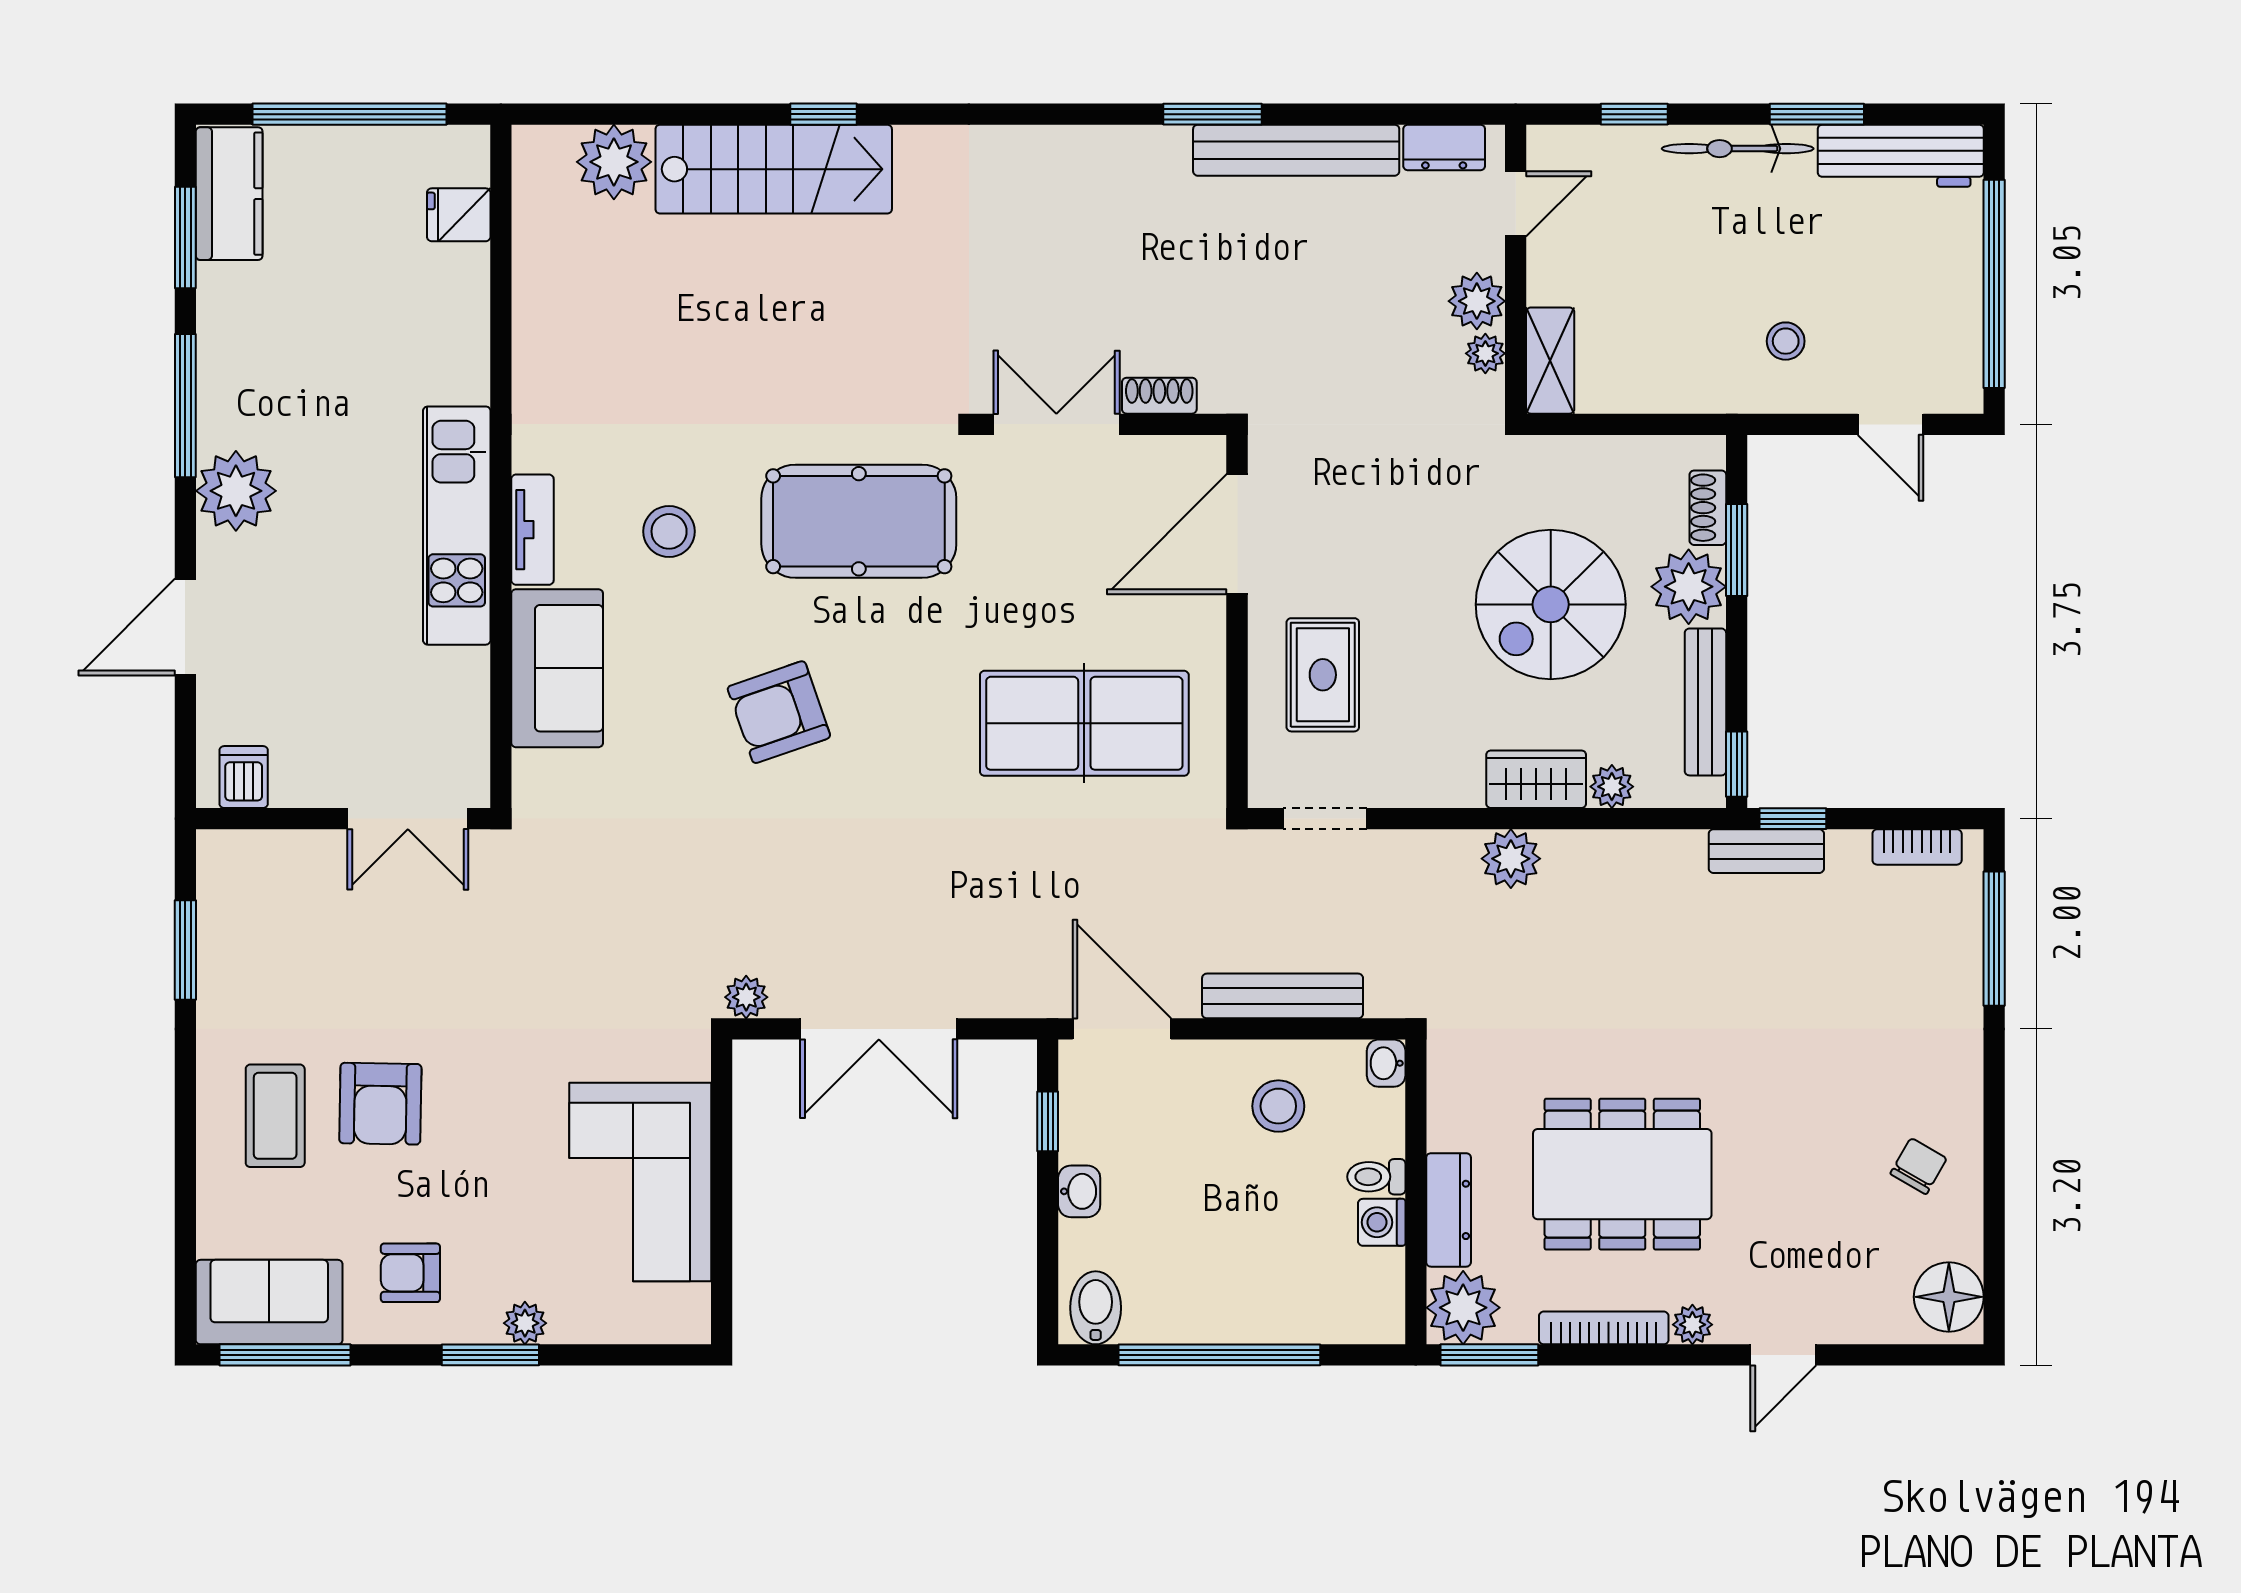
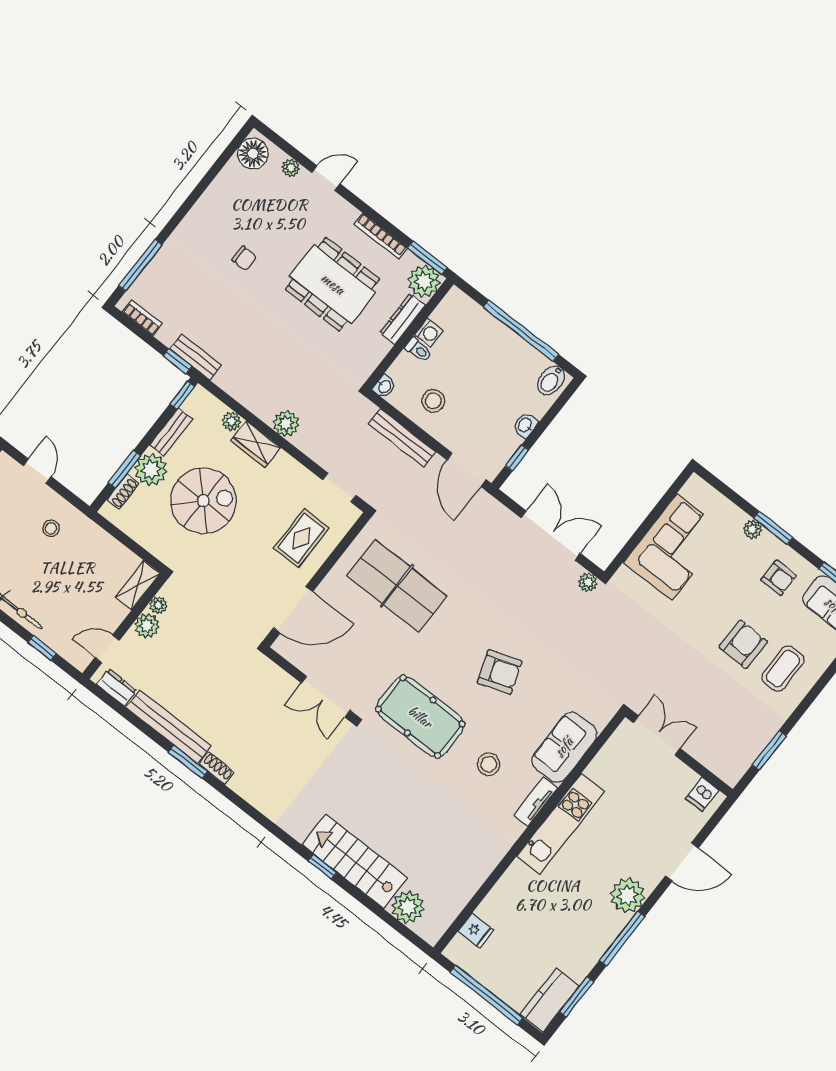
shoe rack: (1159, 396) -> (217, 768), moved, turned 180
bench: (1705, 702) -> (171, 432), width x0.73
chair: (1919, 1166) -> (244, 258), moved, turned -120
plant: (1692, 1325) -> (291, 168), moved

